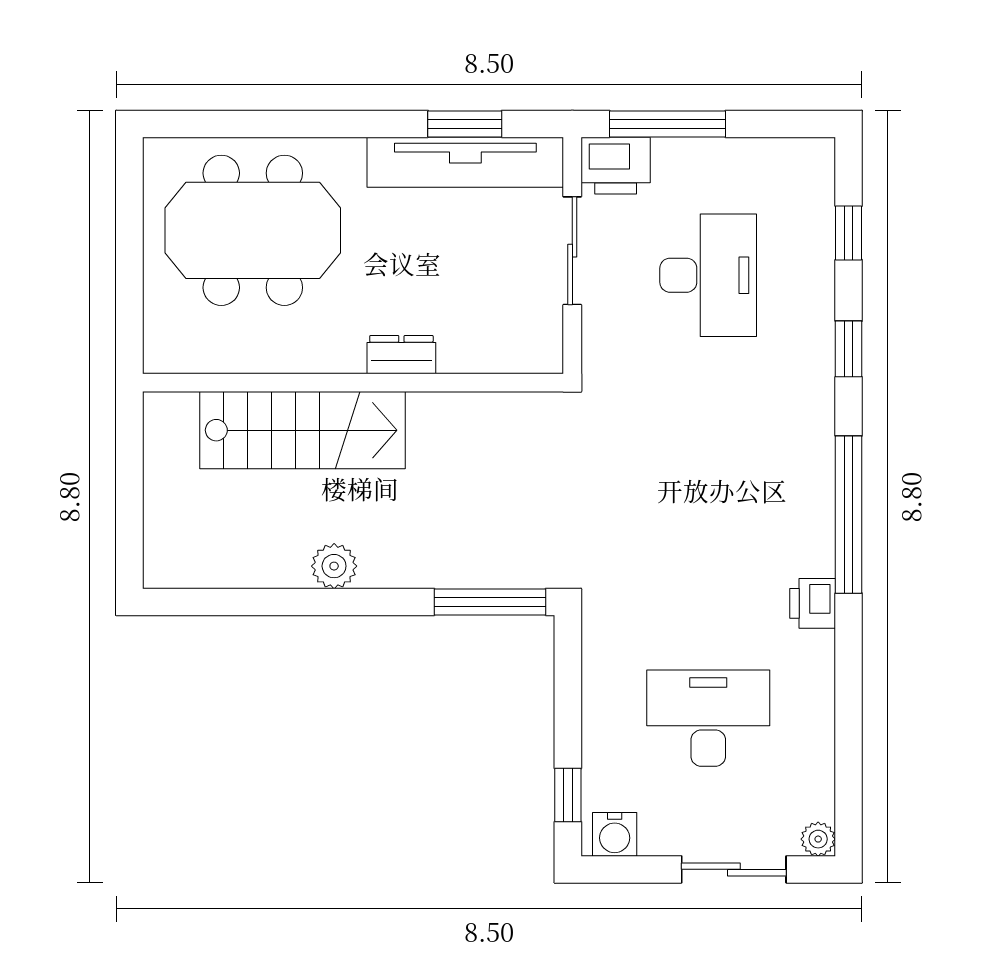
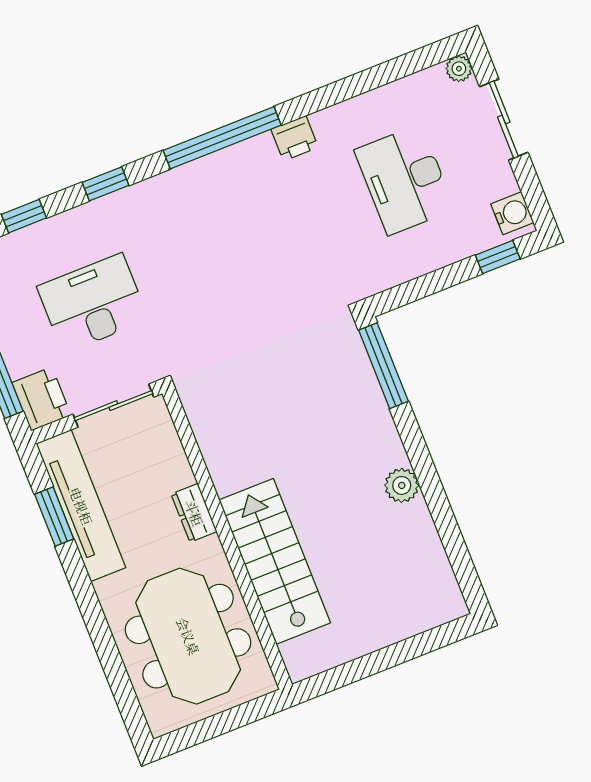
dresser: (401, 355) -> (194, 513), moved
wall: (353, 383) -> (227, 539), moved
stairs: (303, 430) -> (275, 561), moved

